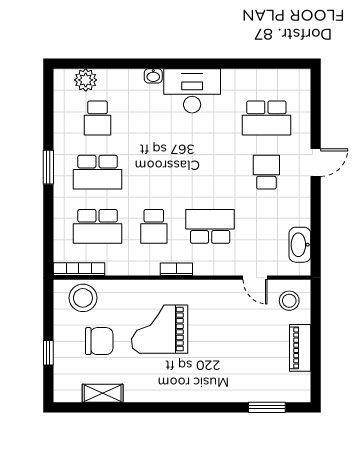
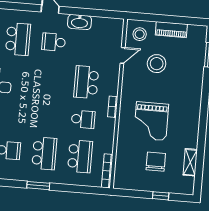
washbasin: (300, 245) -> (79, 22), moved
stool: (83, 298) -> (157, 64), moved

